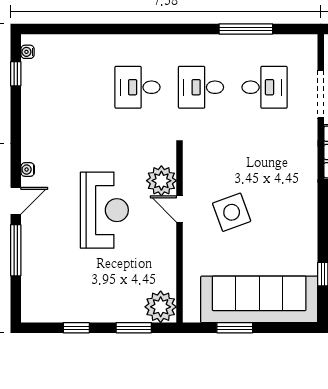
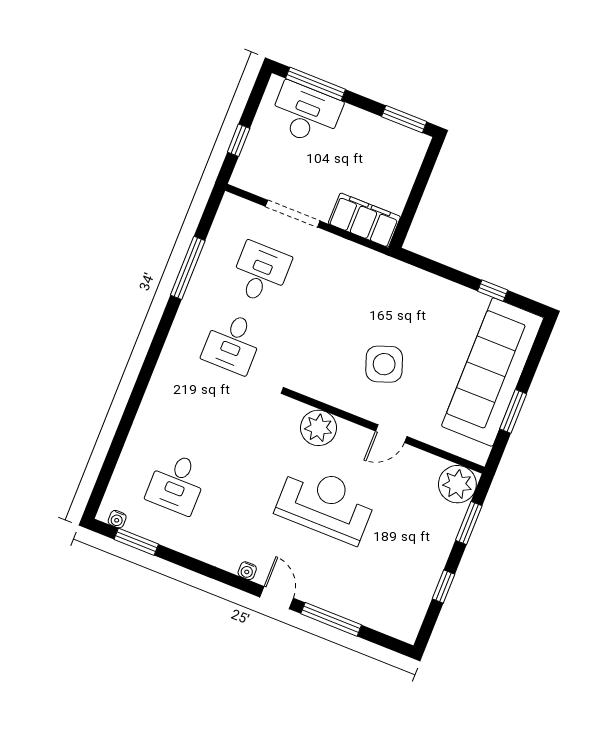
window: (16, 74) -> (136, 542), width x1.50
desk: (138, 87) -> (177, 483), moved
door: (179, 209) -> (391, 434), moved

